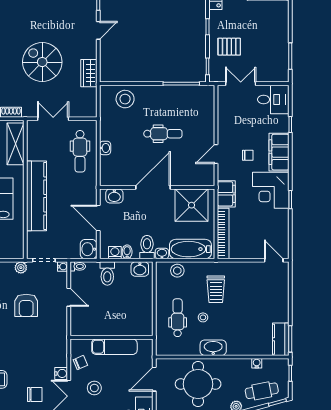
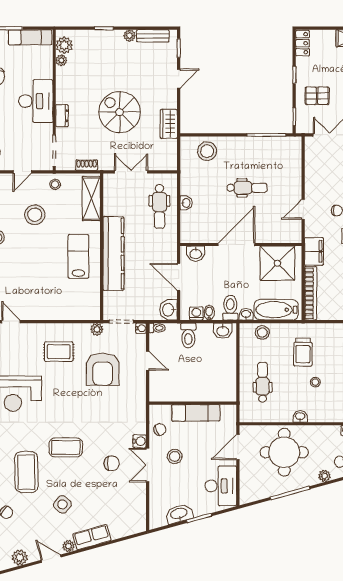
armchair: (26, 305) -> (103, 369), width x1.36, depth x1.36
stool: (203, 317) -> (315, 382), moved
washbasin: (213, 348) -> (300, 416), width x0.52, depth x0.69

